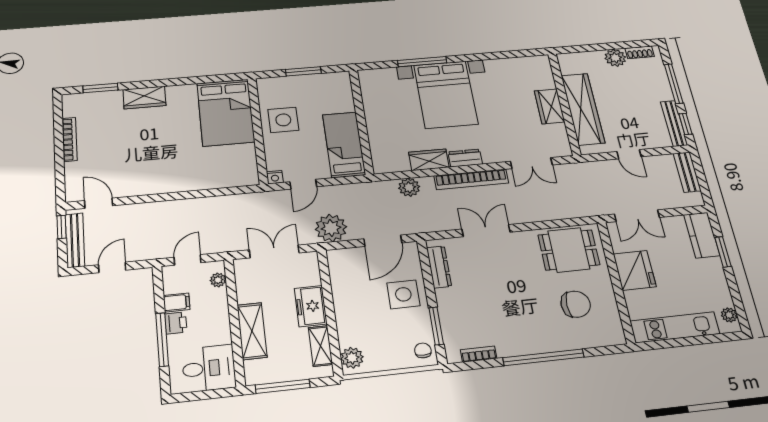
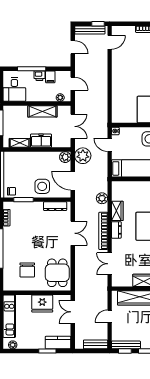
shelving: (252, 331) -> (42, 111), moved
plant: (352, 358) -> (65, 157), moved

